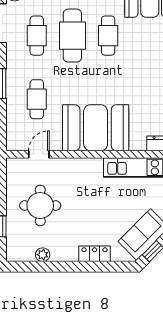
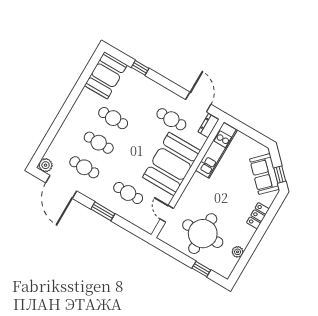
cafe table: (72, 36) -> (99, 143), width x0.73, depth x0.74
cafe table: (144, 99) -> (171, 119), added
round table: (40, 206) -> (203, 234), width x1.36, depth x1.36

